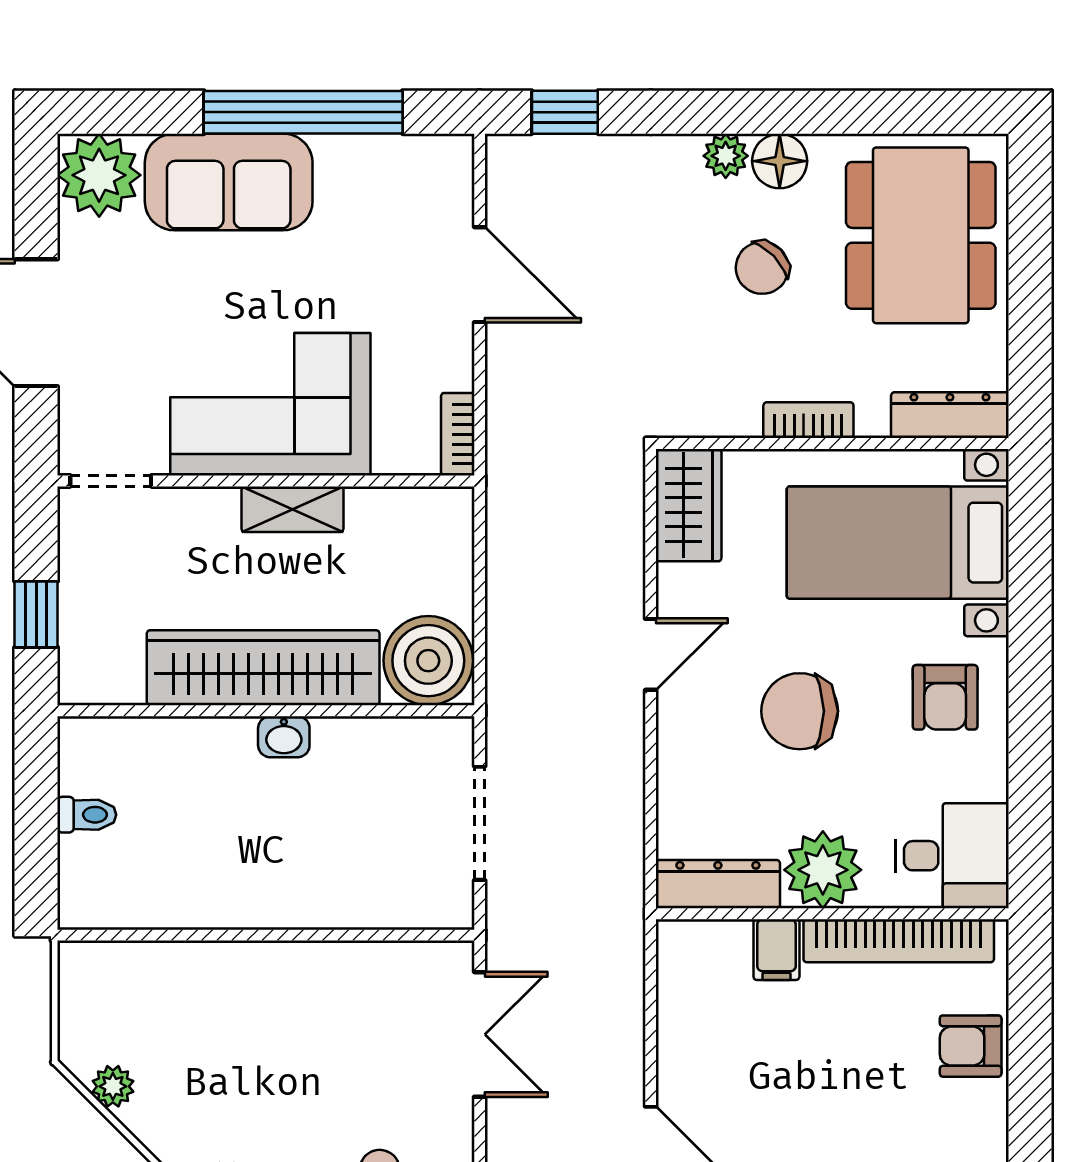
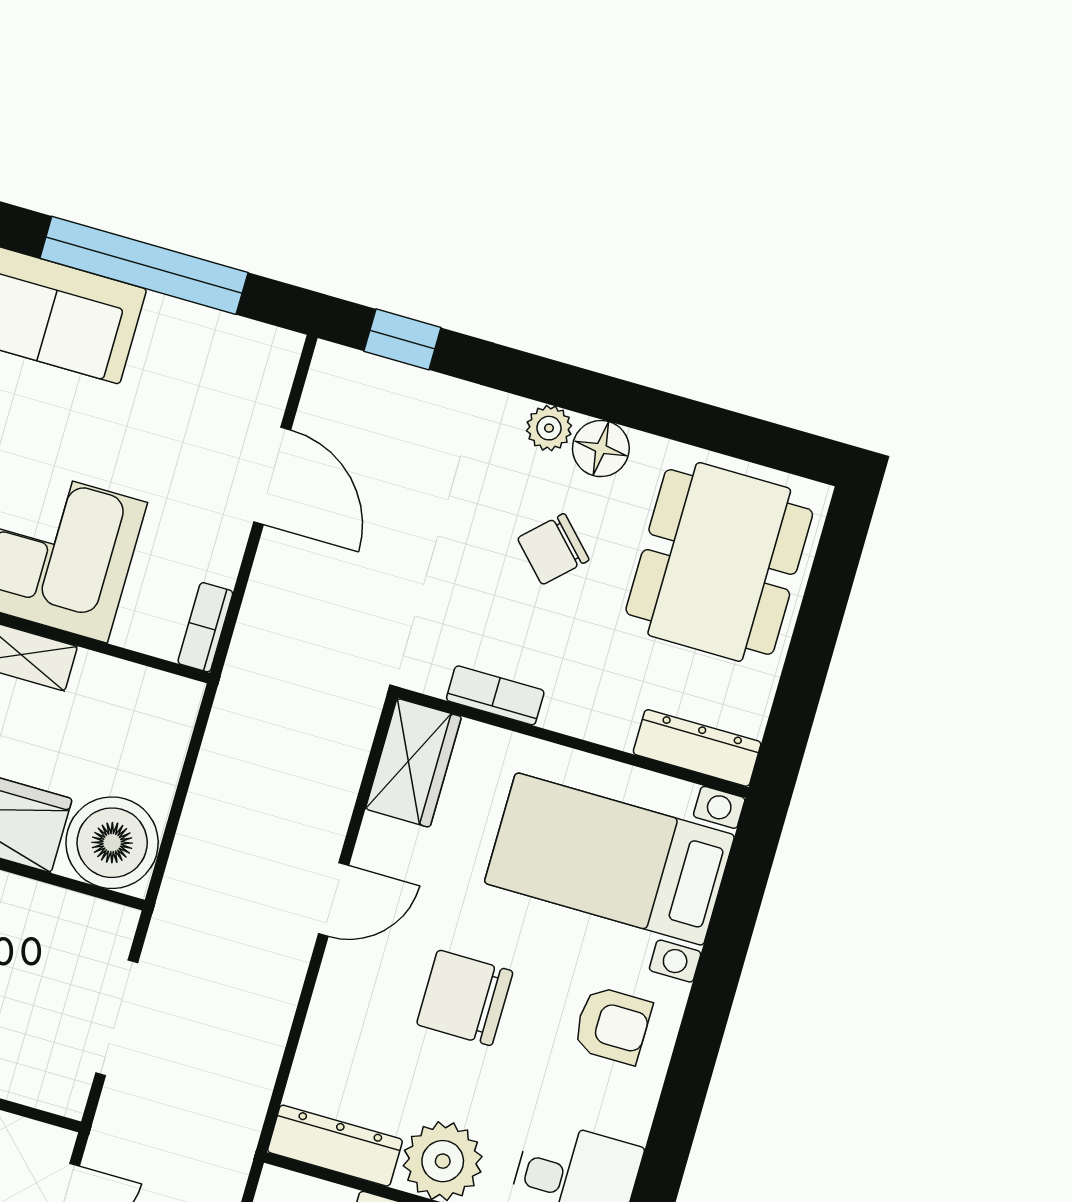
bookcase: (808, 420) -> (495, 695), moved
armchair: (945, 697) -> (612, 1025), turned -90

